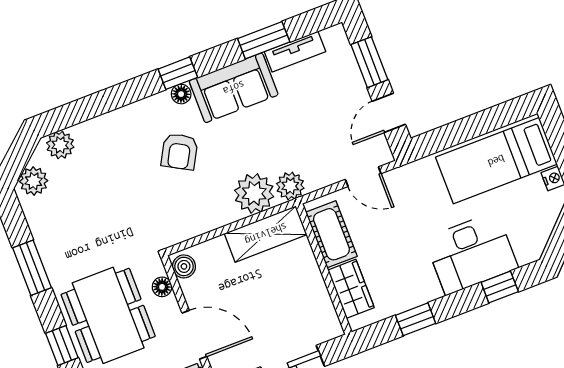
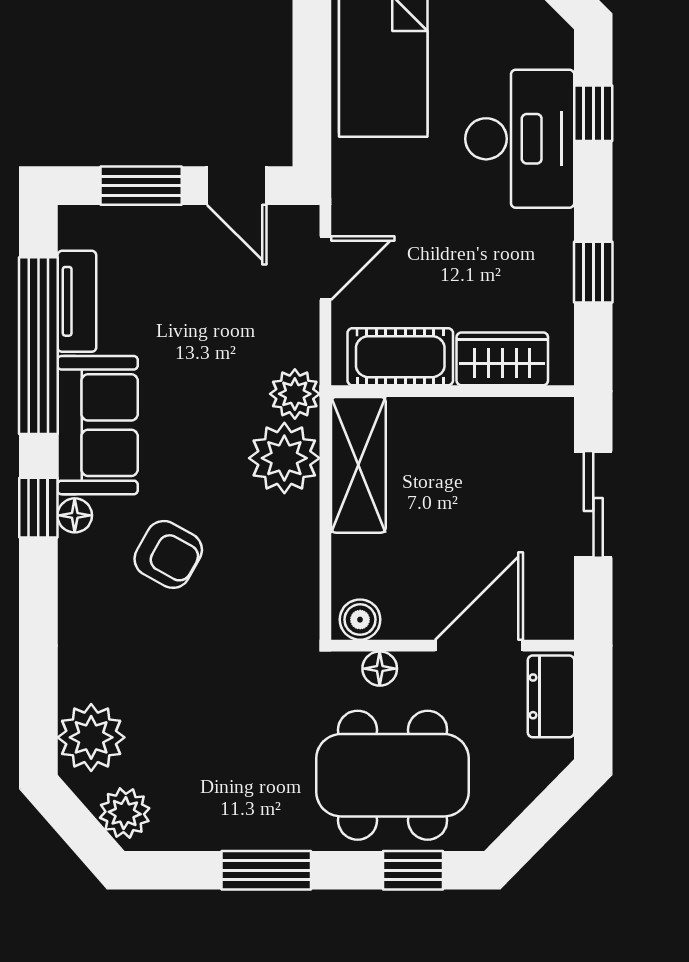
window: (264, 40) -> (38, 346), width x2.11
plant: (60, 145) -> (91, 737), width x1.36, depth x1.36

